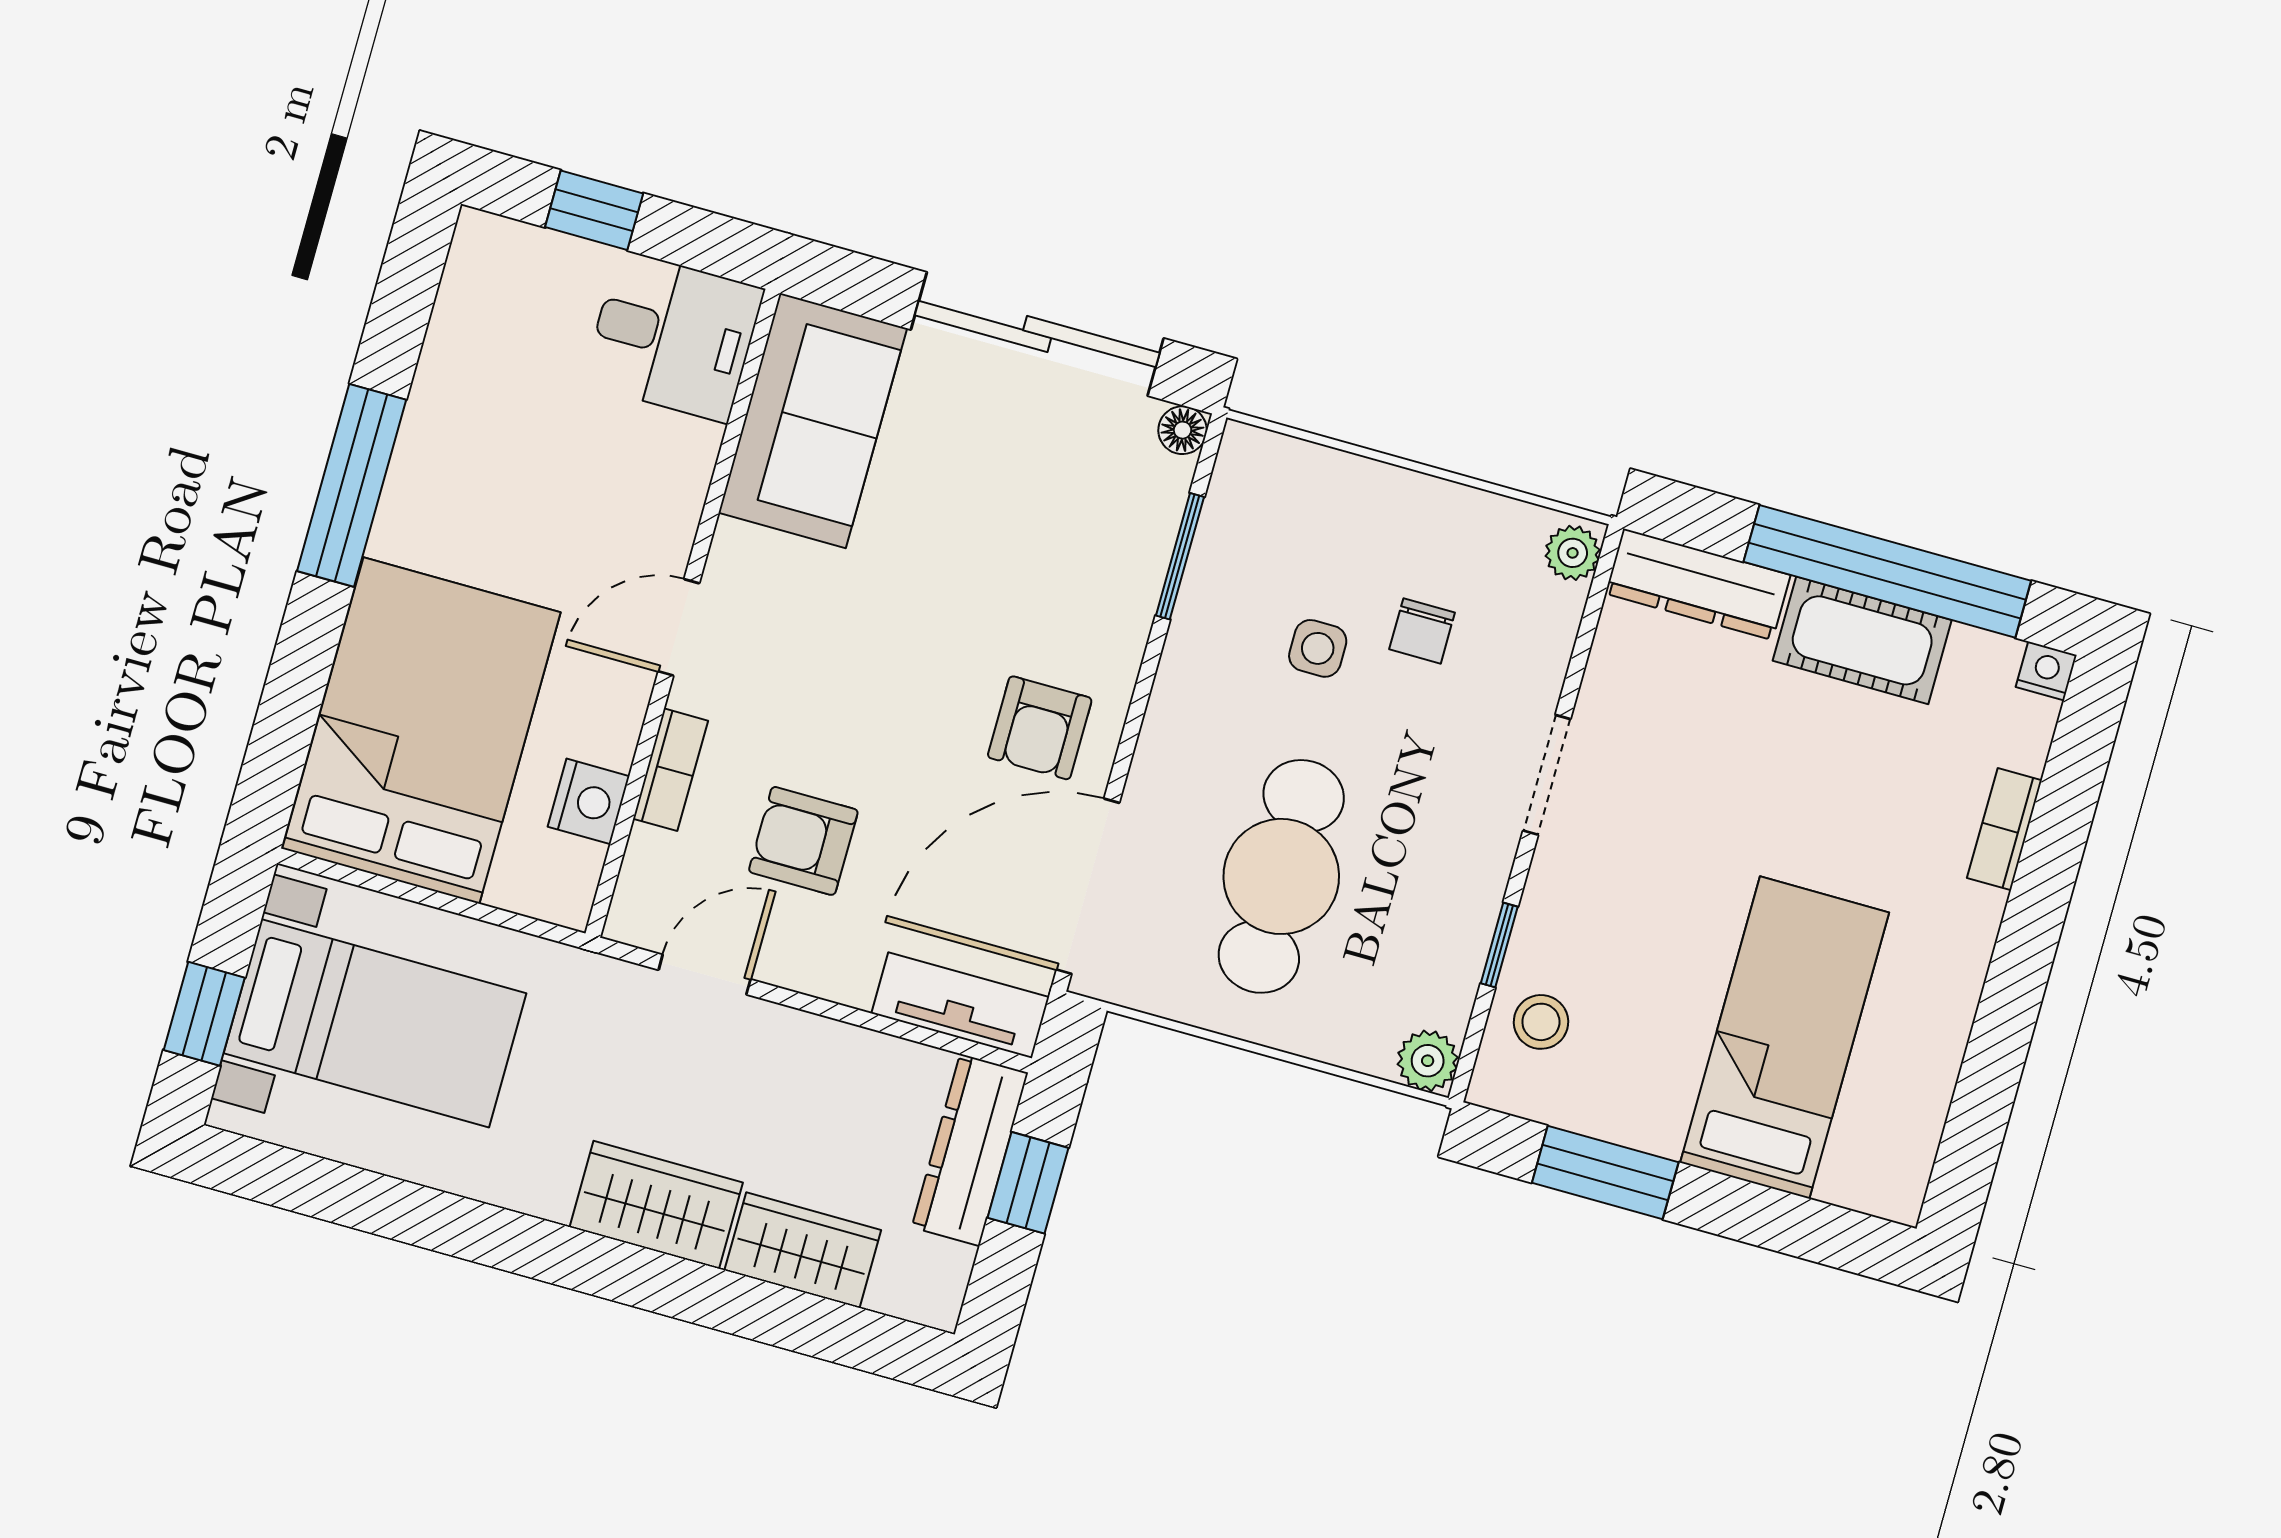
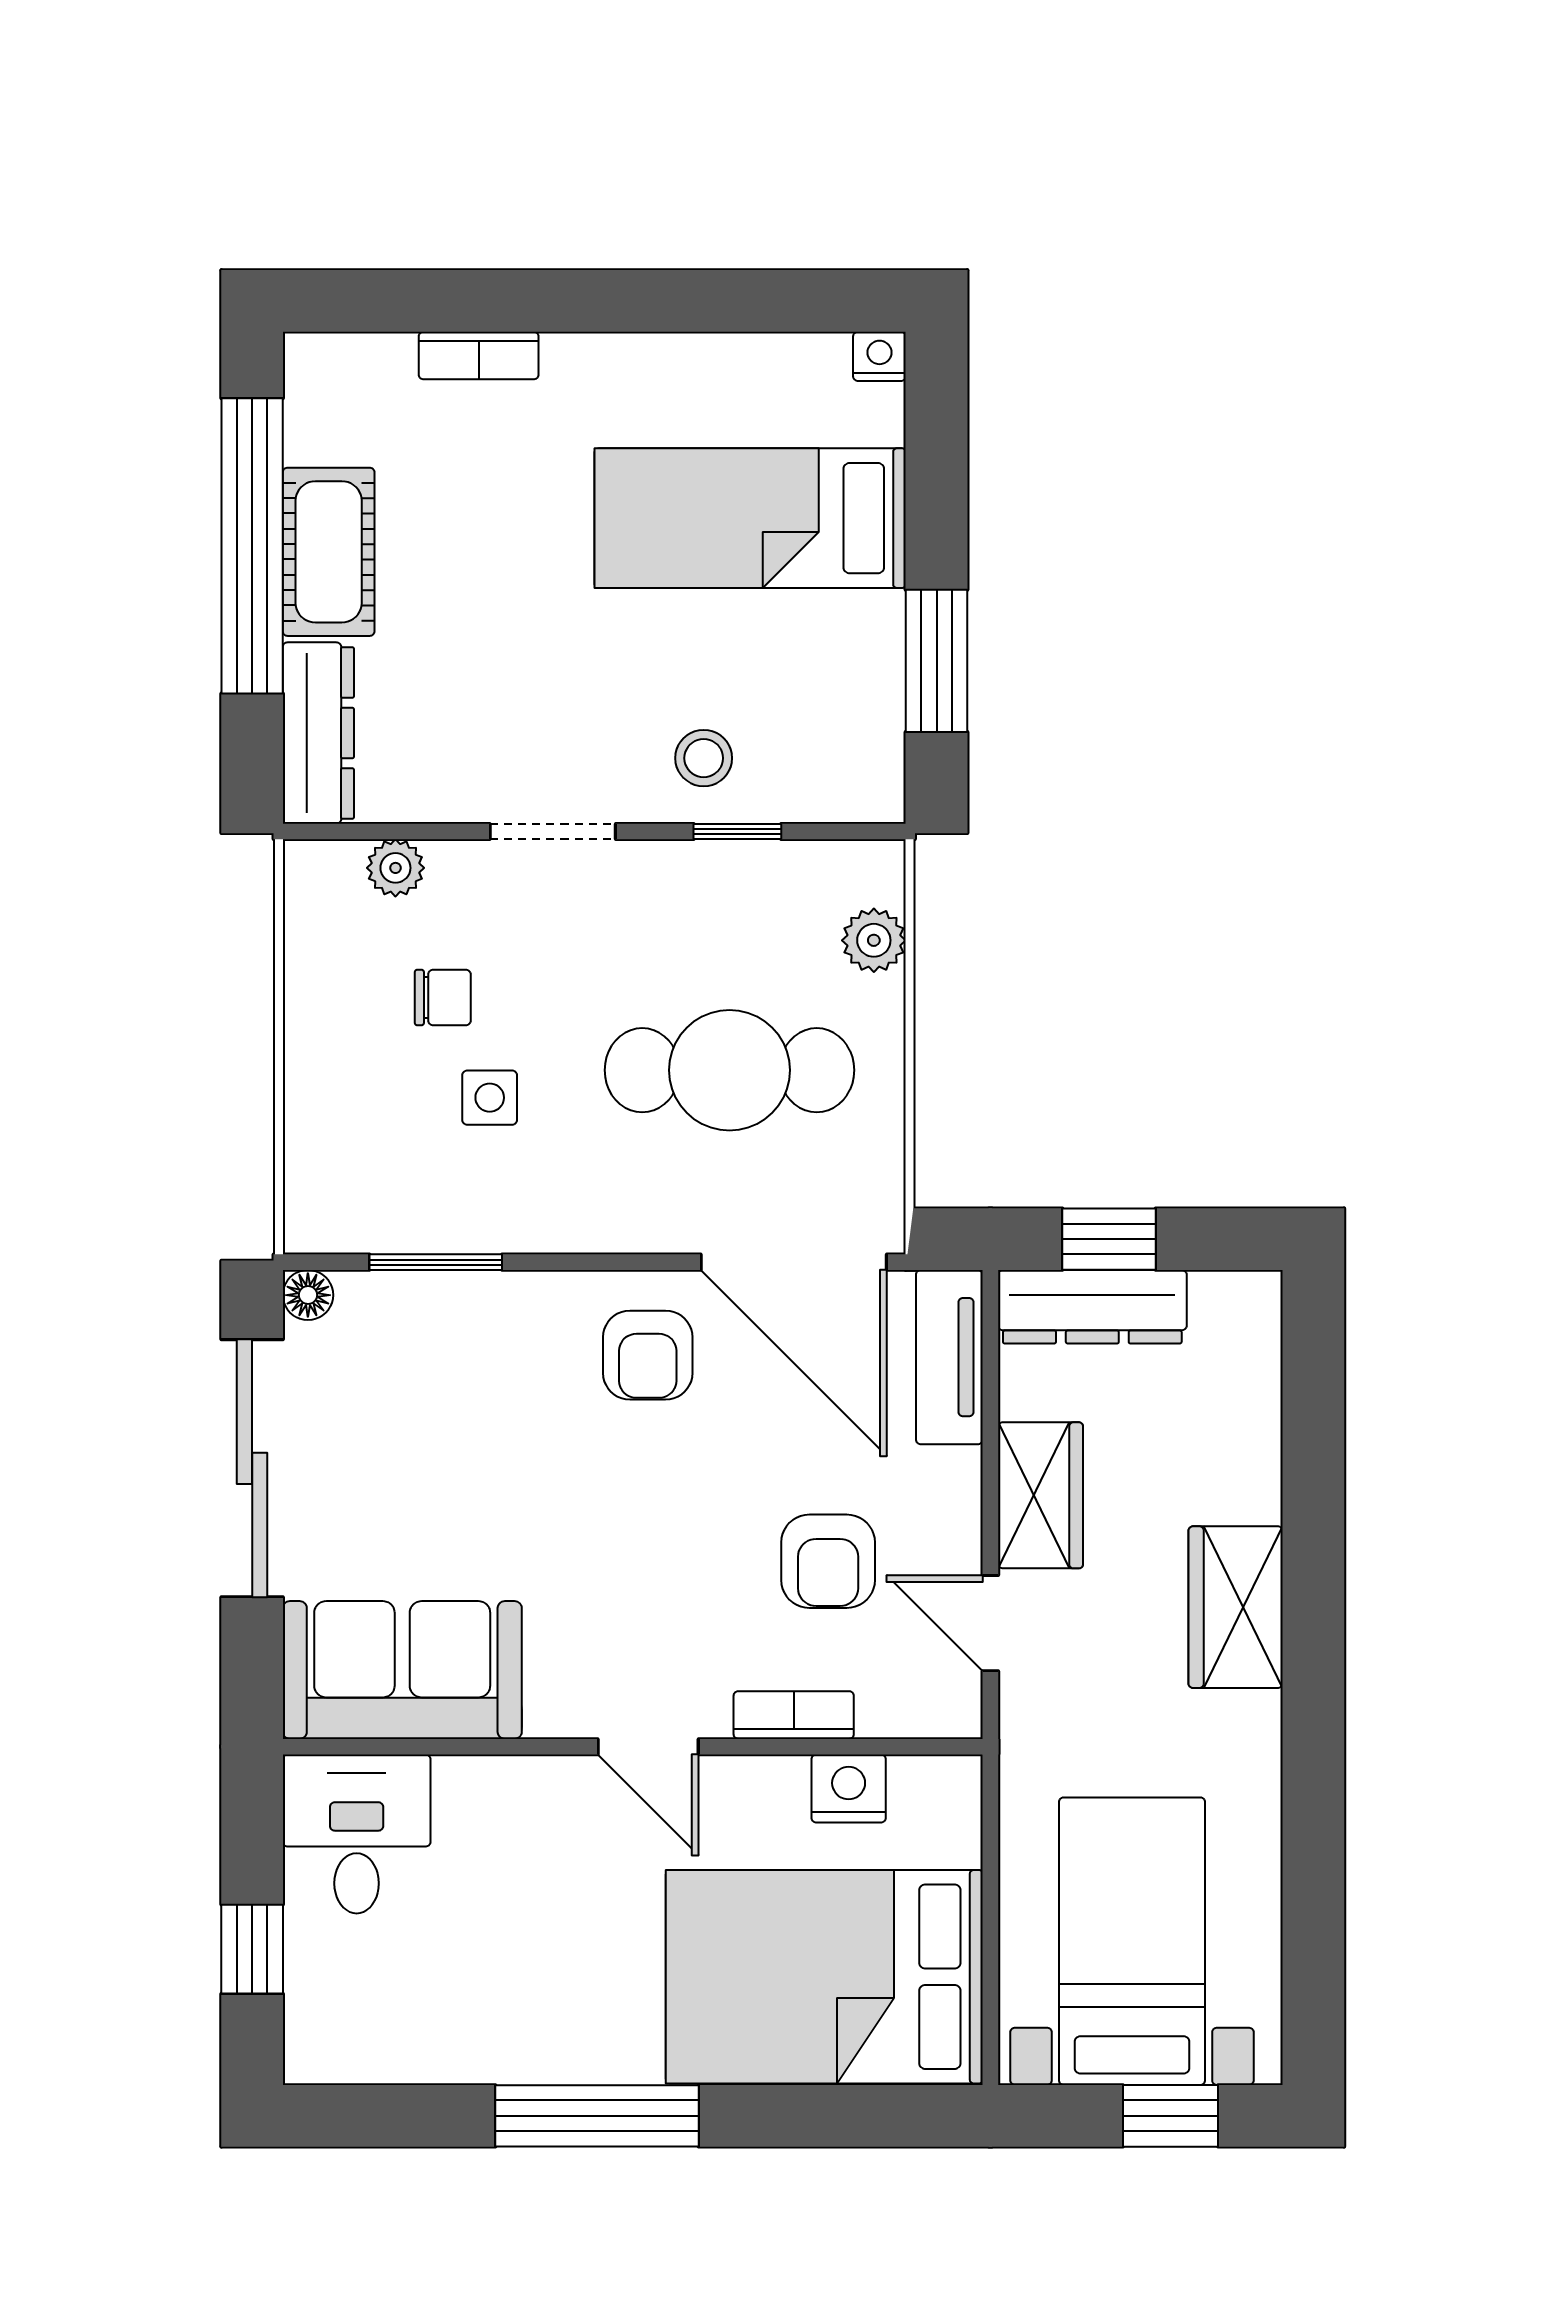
plant: (1573, 553) -> (395, 868), moved
nightstand: (2046, 671) -> (879, 356), moved, turned 90
armchair: (1040, 728) -> (648, 1355), turned 90
stool: (1541, 1022) -> (704, 758), moved
plant: (1428, 1061) -> (874, 940), moved
wardrobe: (803, 1250) -> (1040, 1495), moved, turned 180

